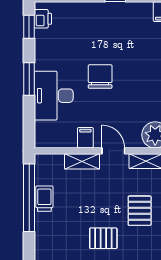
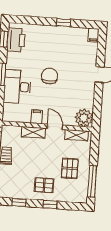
printer: (43, 19) -> (16, 40), width x1.87, depth x1.48

